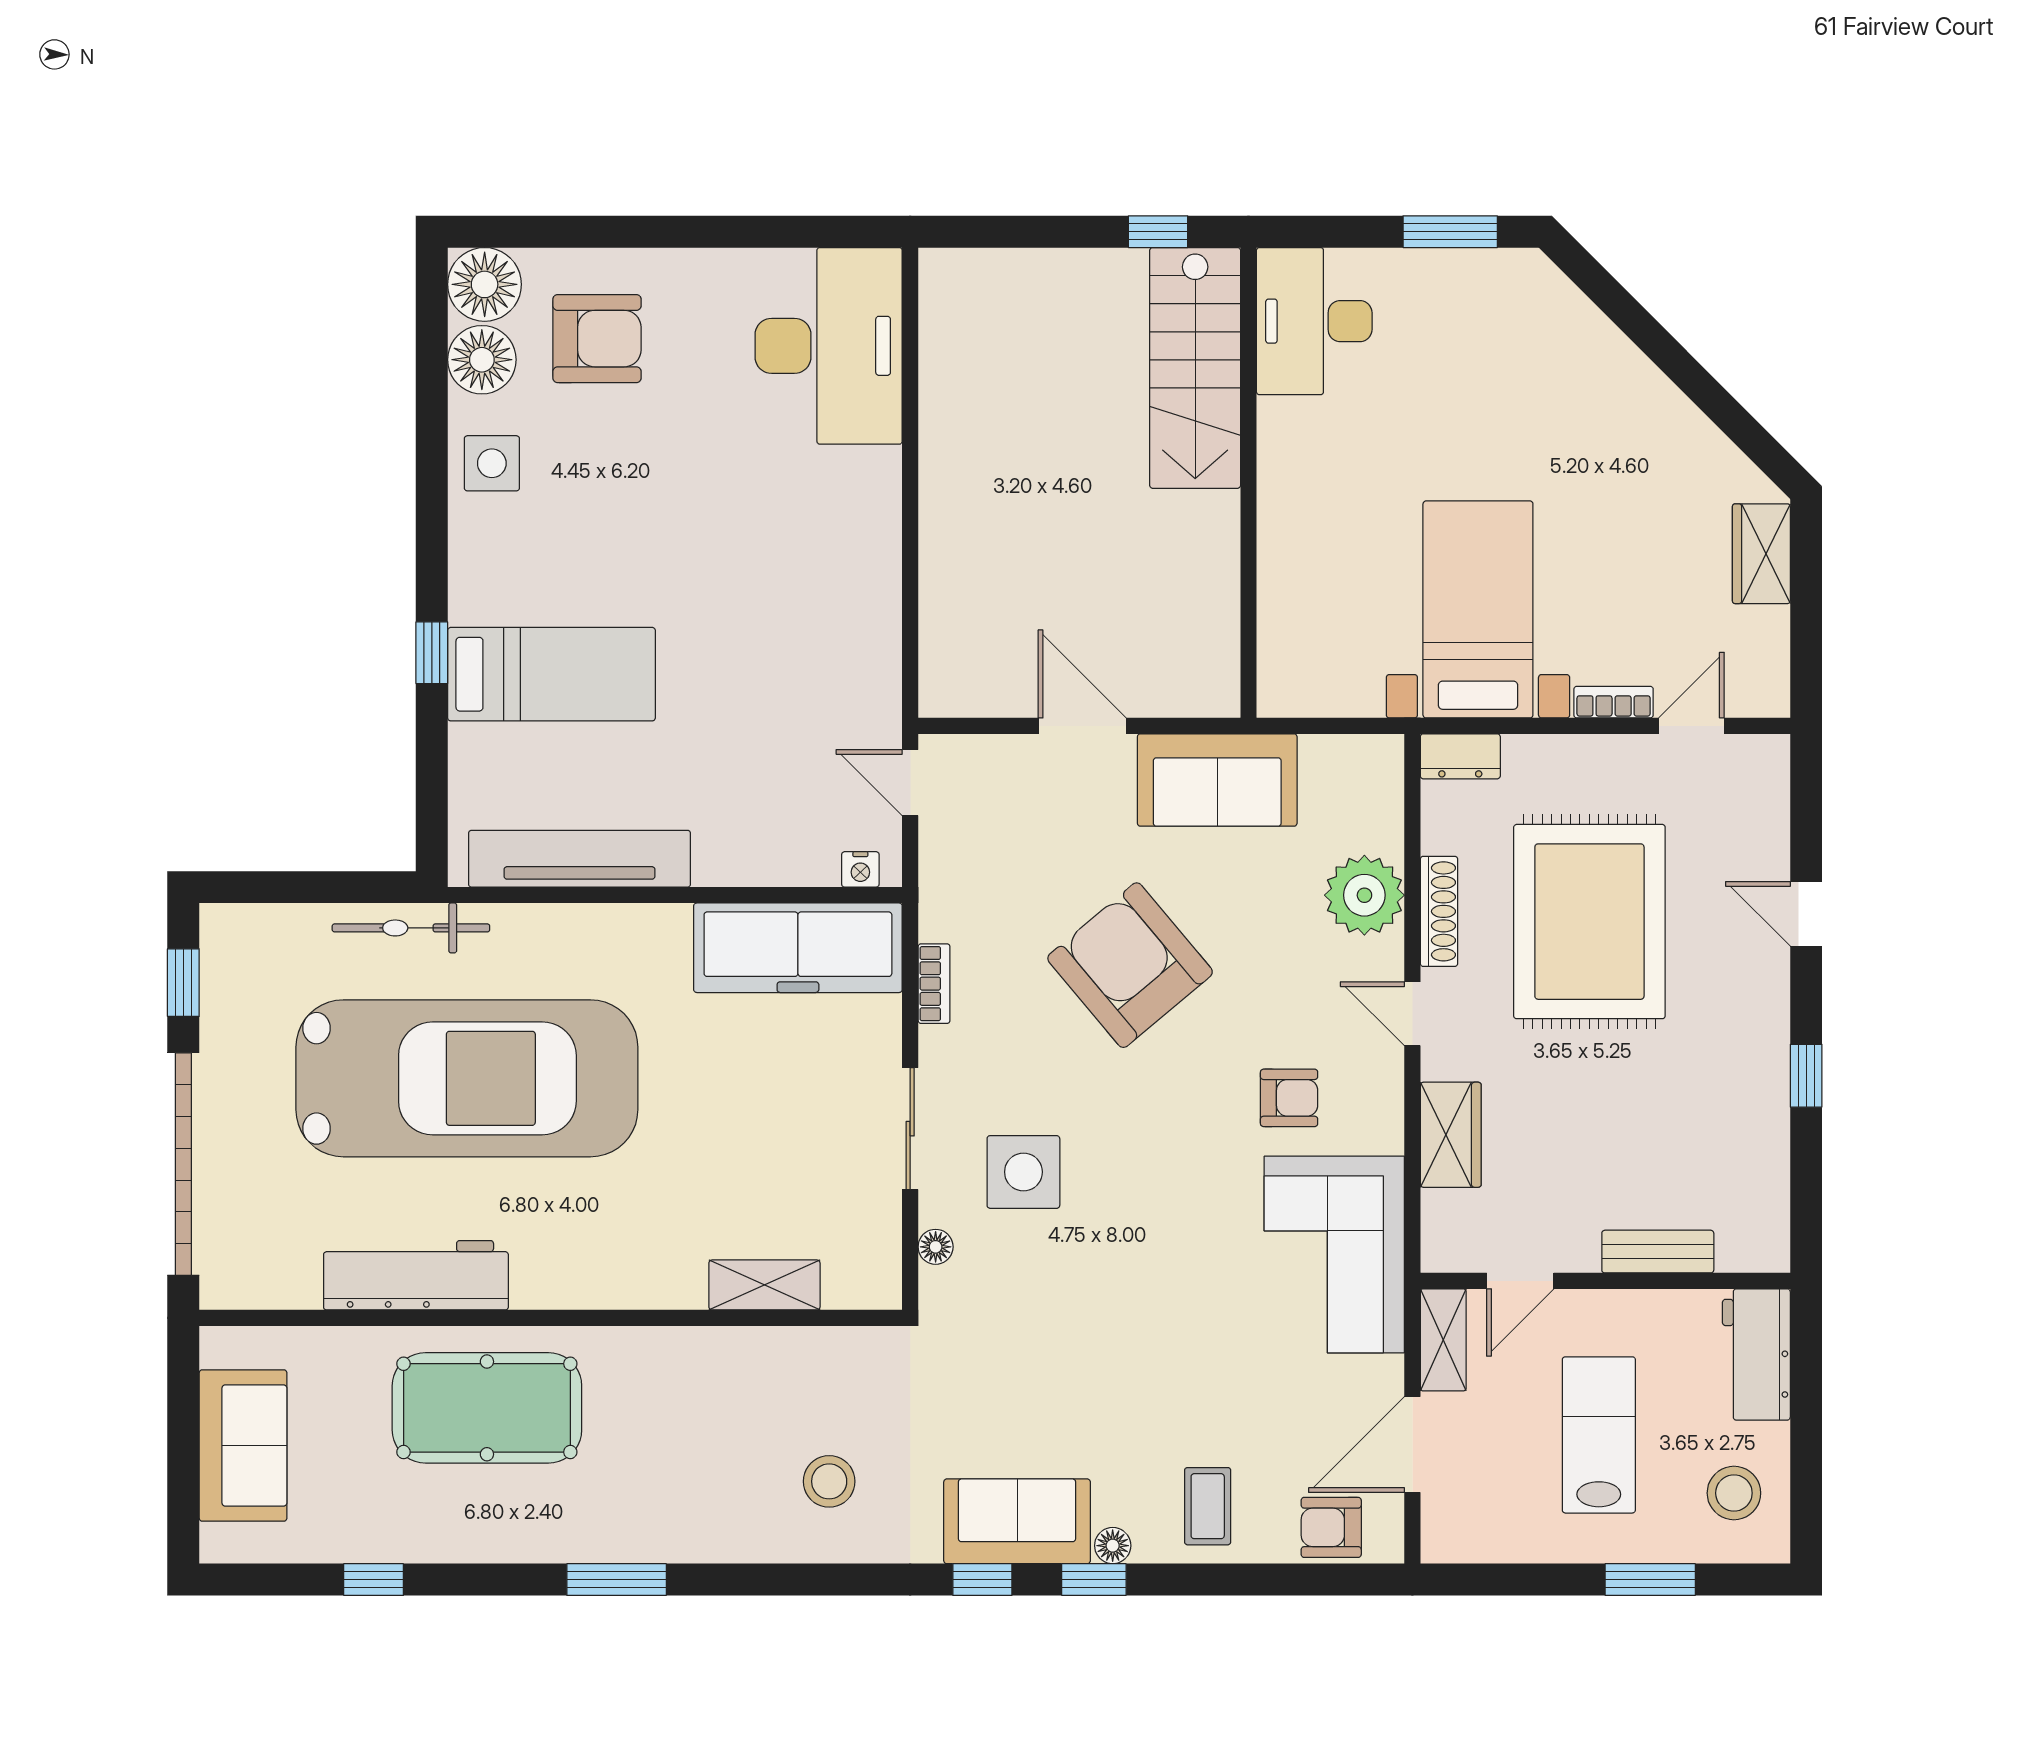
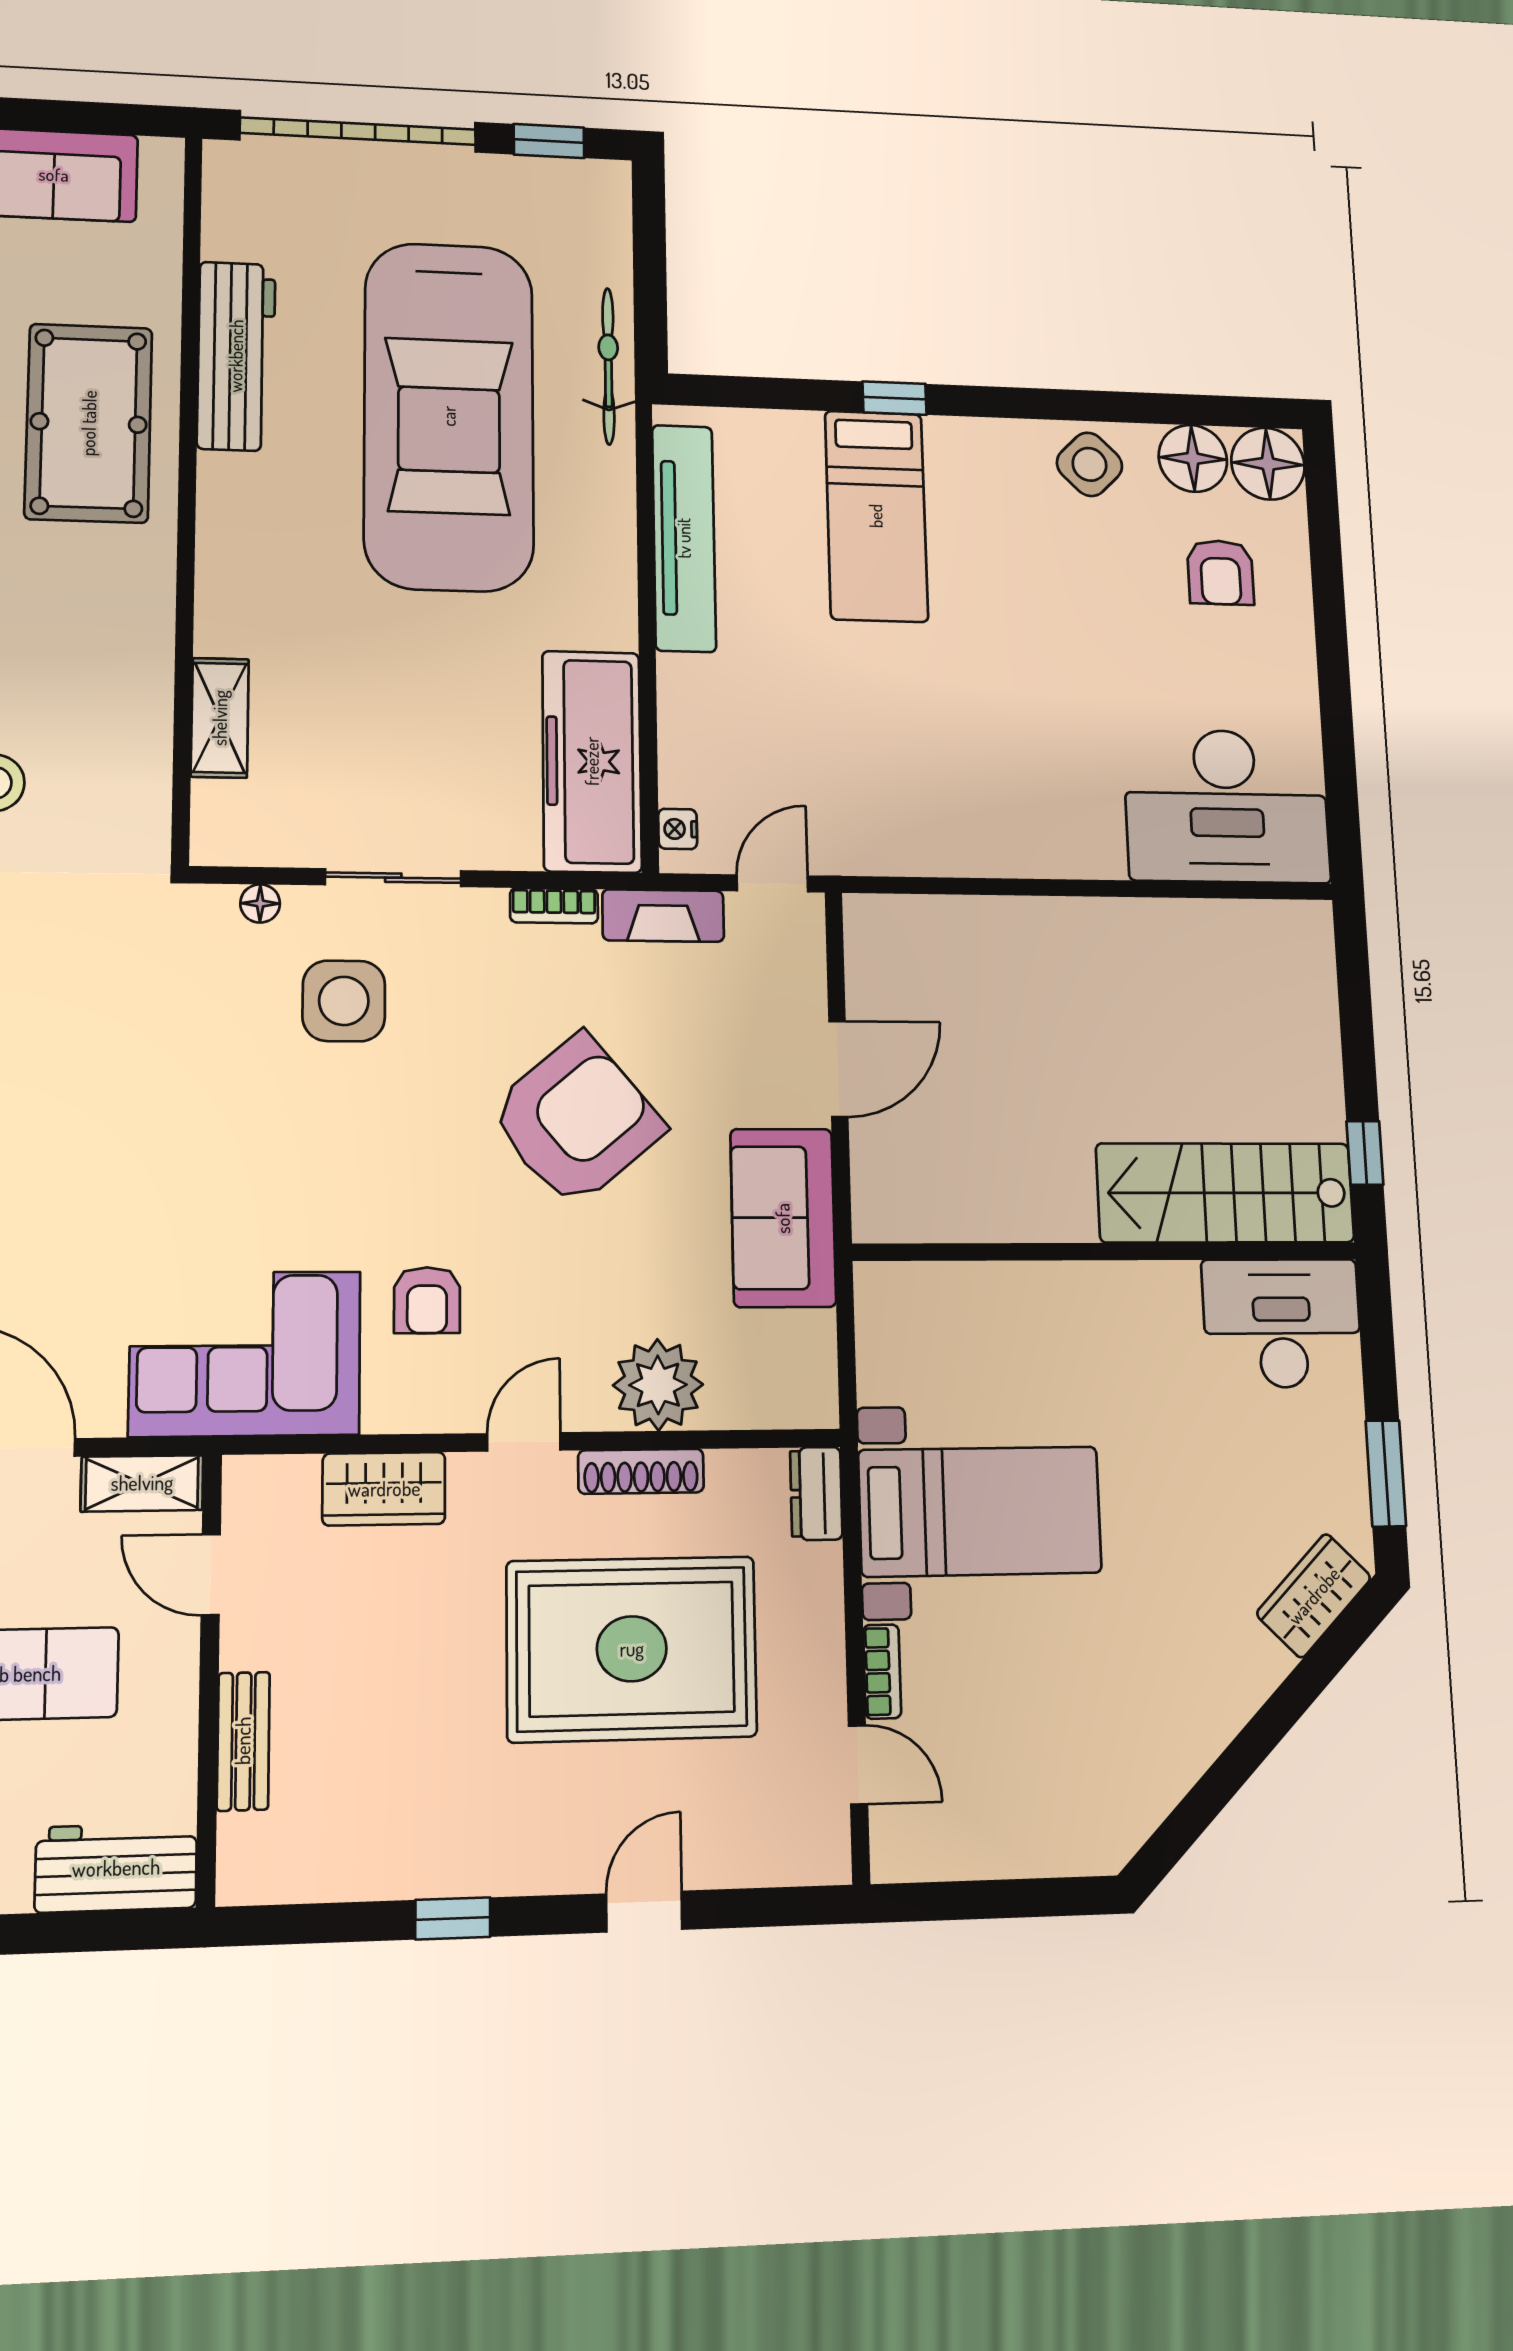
armchair: (597, 339) -> (1220, 572), width x0.72, depth x0.72
side table: (492, 463) -> (1089, 464), turned 45
wardrobe: (1761, 554) -> (1314, 1596), moved, turned -45
fireplace: (942, 884) -> (663, 916), added

